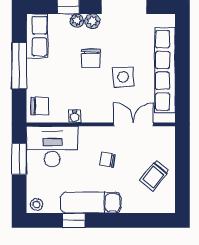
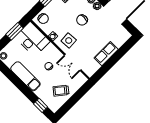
row of seats: (165, 70) -> (106, 54), width x0.50
side table: (123, 77) -> (69, 41), moved
double door: (133, 124) -> (73, 62), swing flipped
window: (74, 220) -> (41, 105), moved

